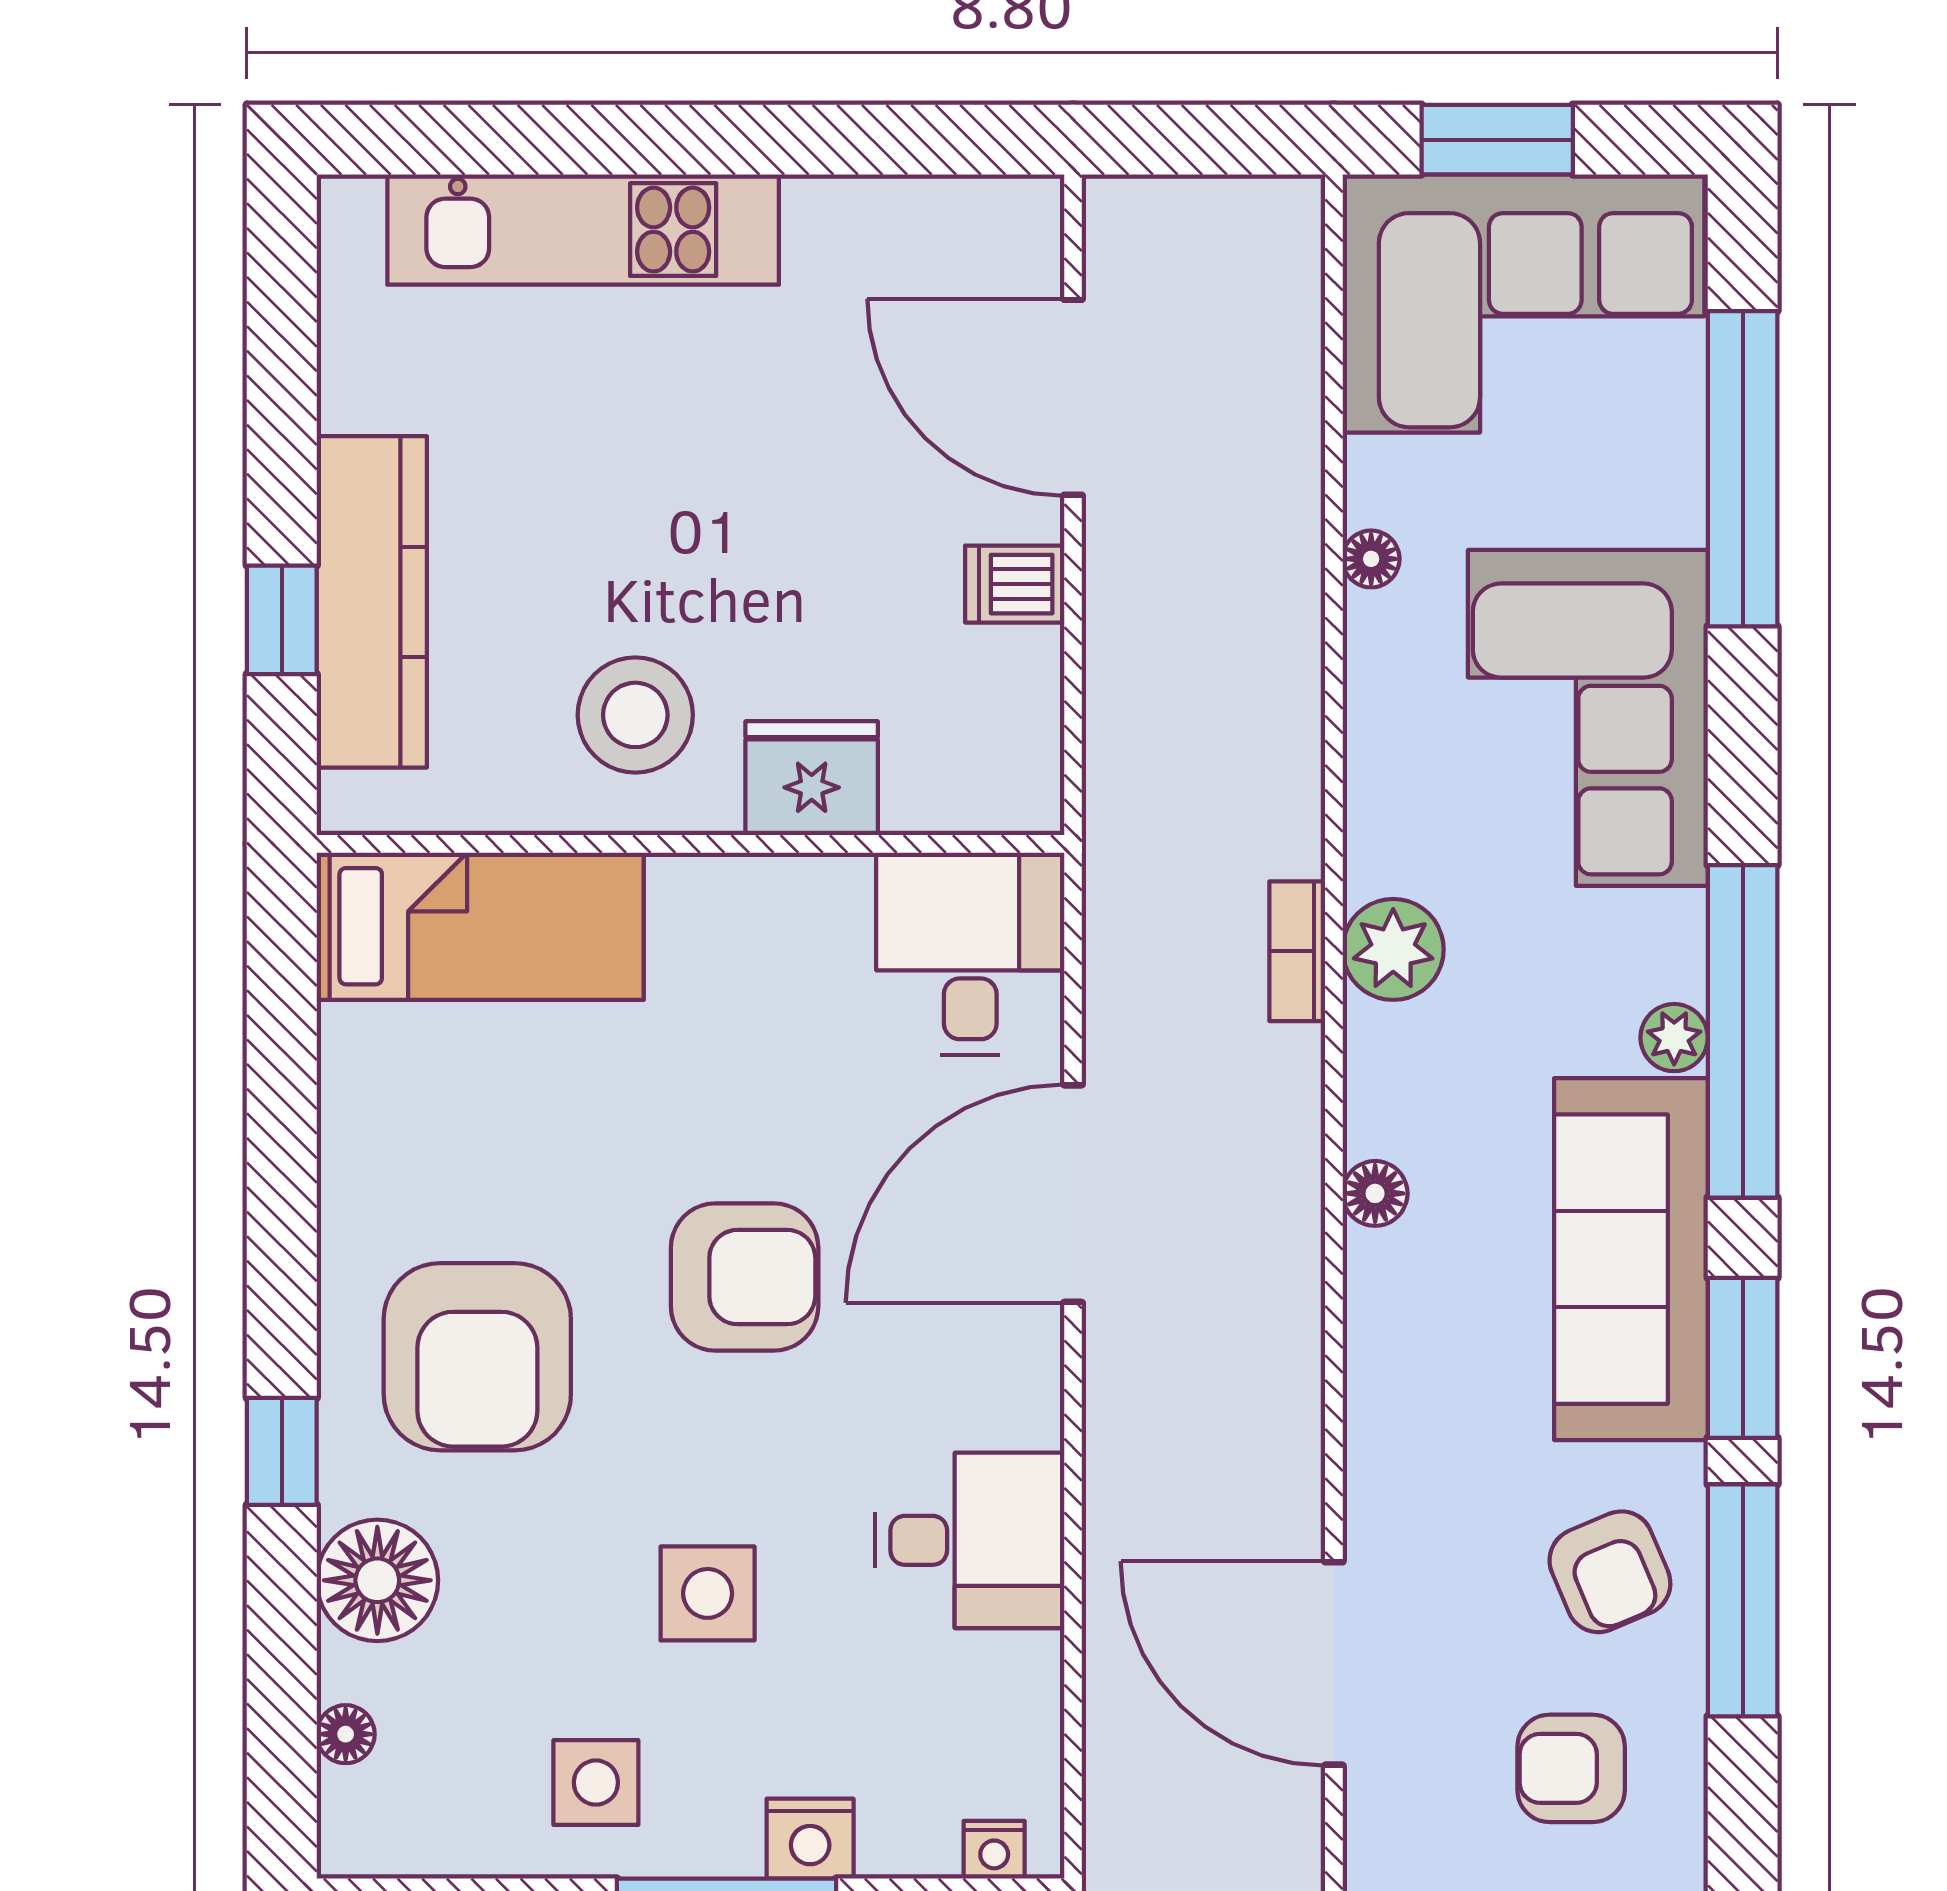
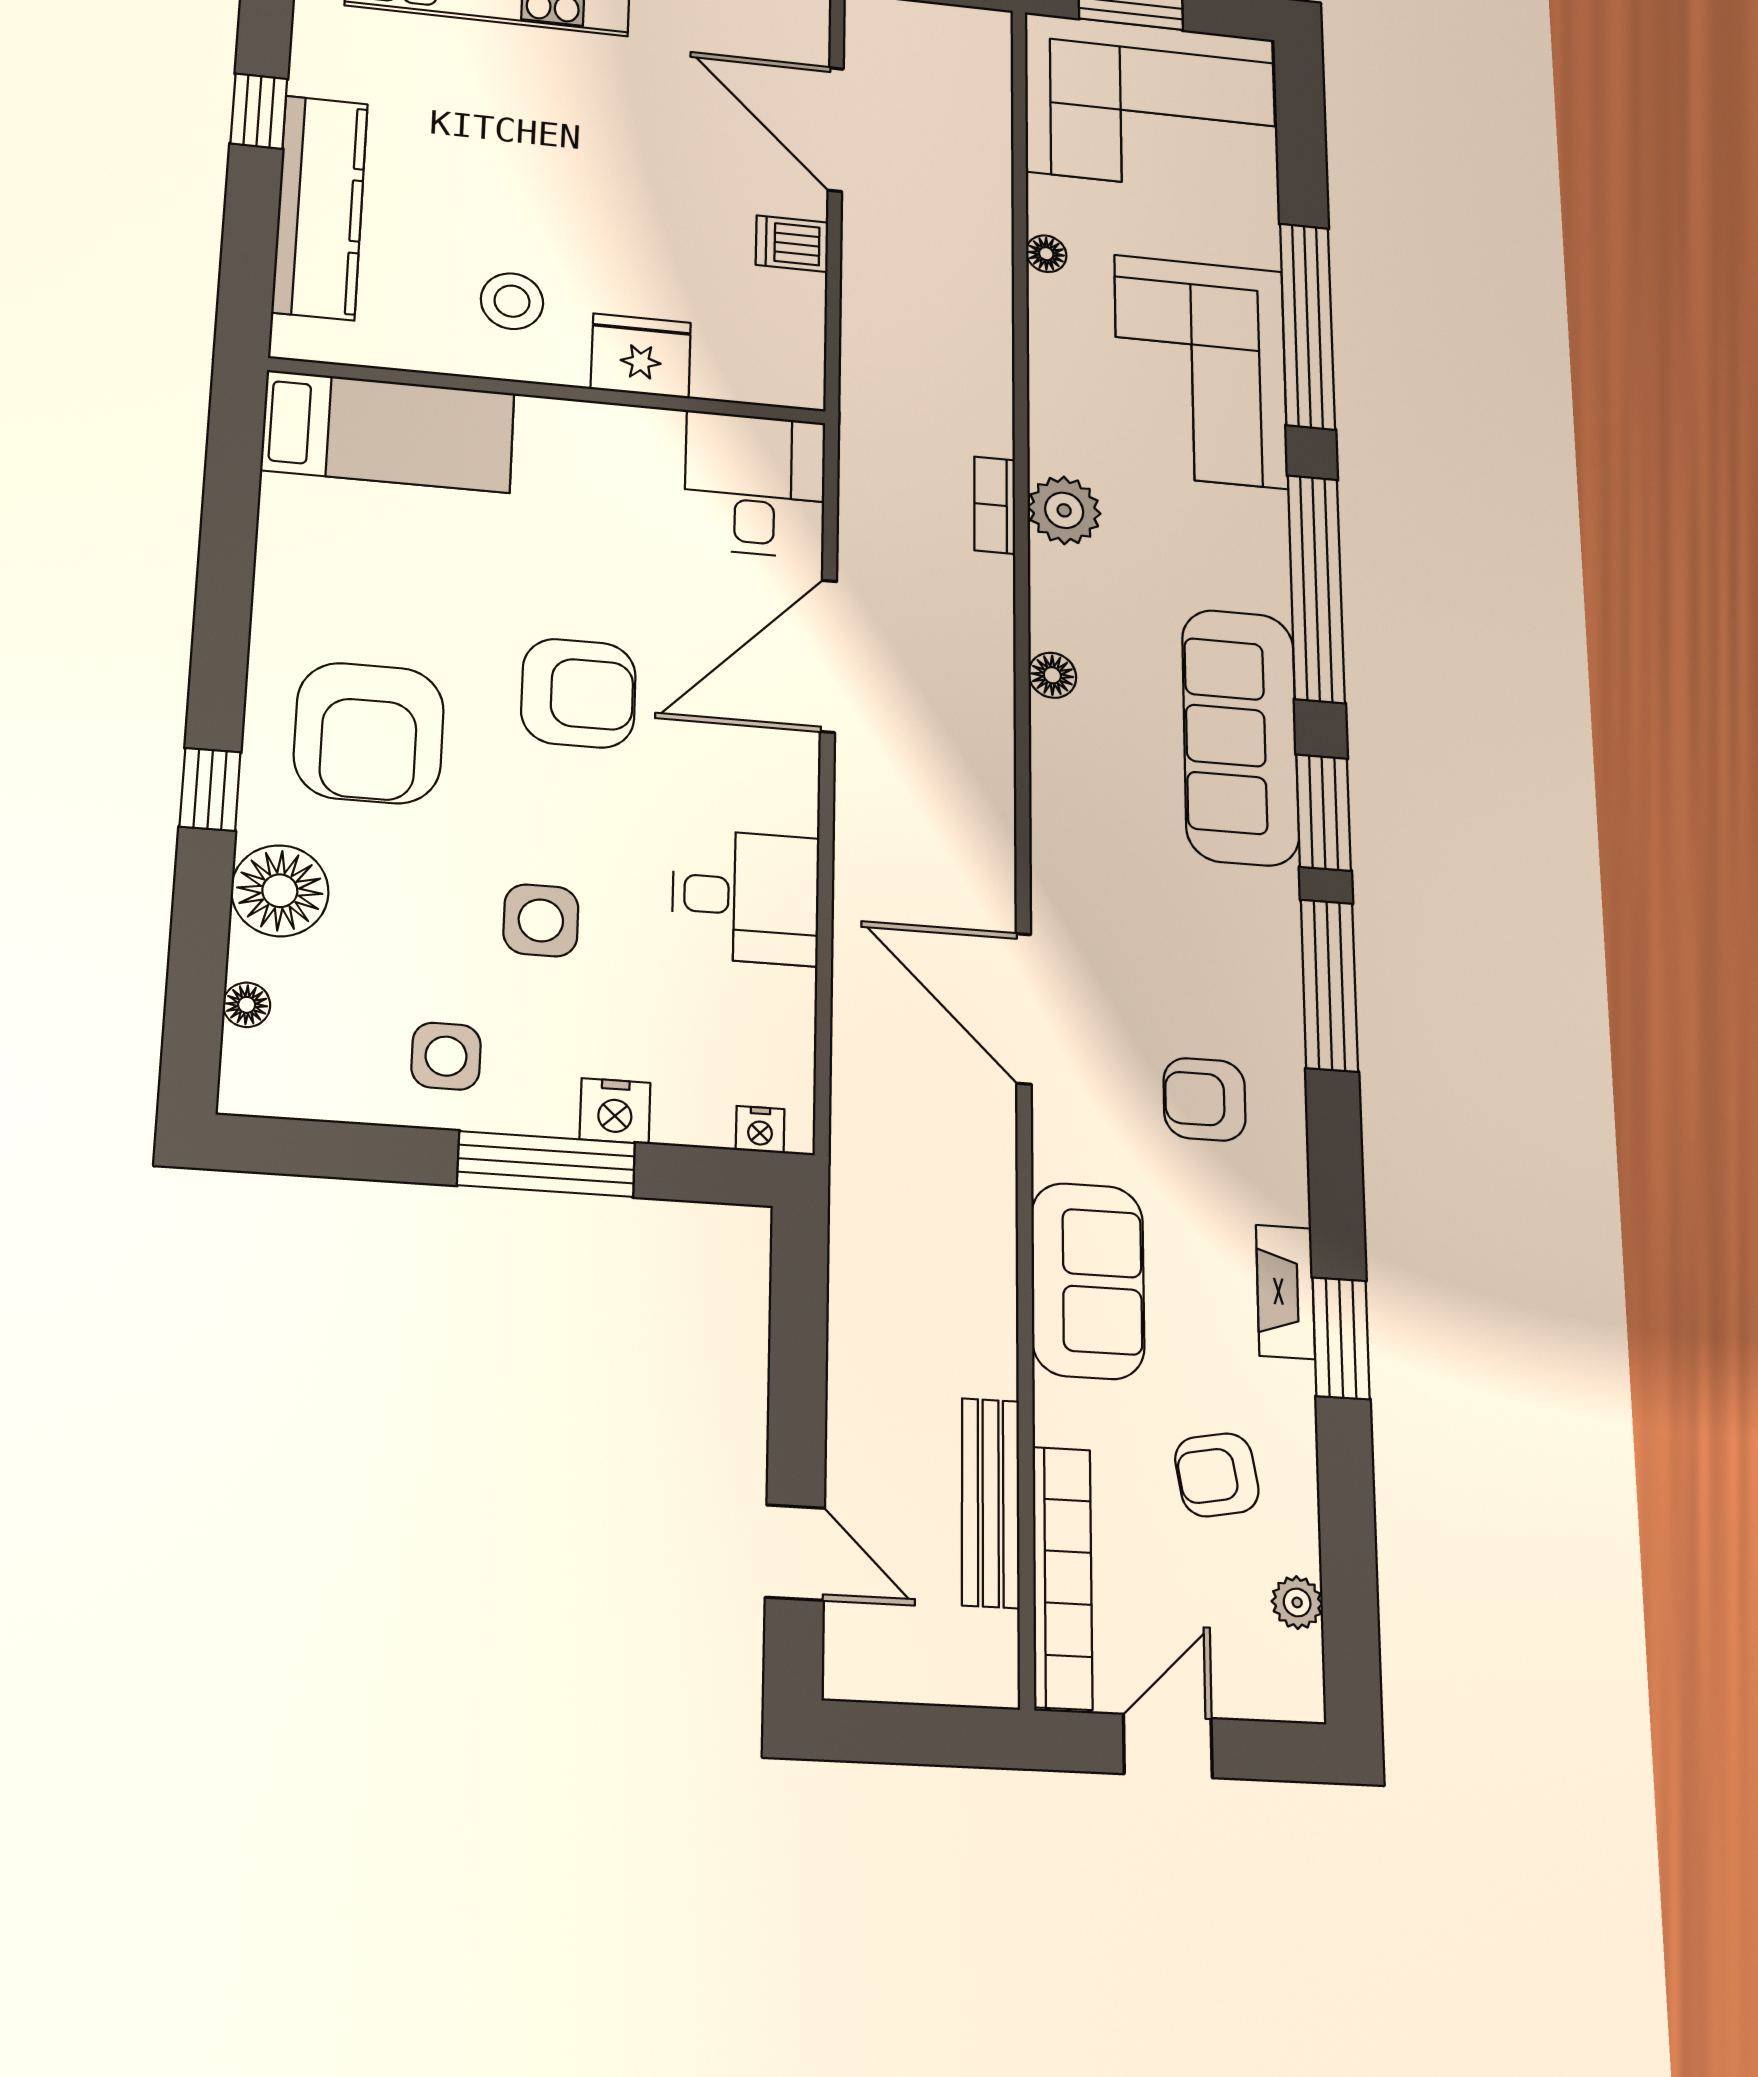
window: (1743, 469) -> (1307, 326), moved
window: (282, 620) -> (259, 111), moved
stool: (635, 715) -> (512, 301), width x0.73, depth x0.73
plant: (1674, 1038) -> (1267, 588), removed
armchair: (1610, 1572) -> (1230, 957), removed

